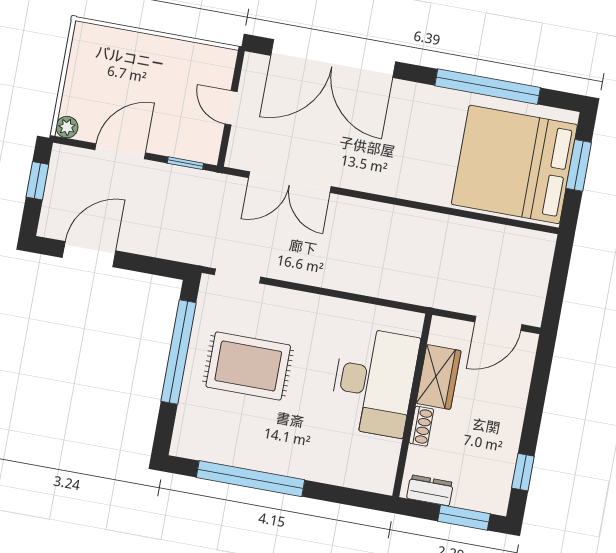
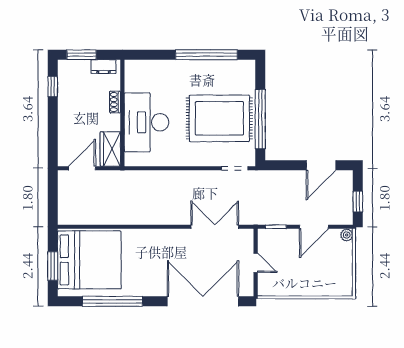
rug: (248, 366) -> (219, 118), width x1.37, depth x1.44
wardrobe: (439, 377) -> (110, 149), moved

